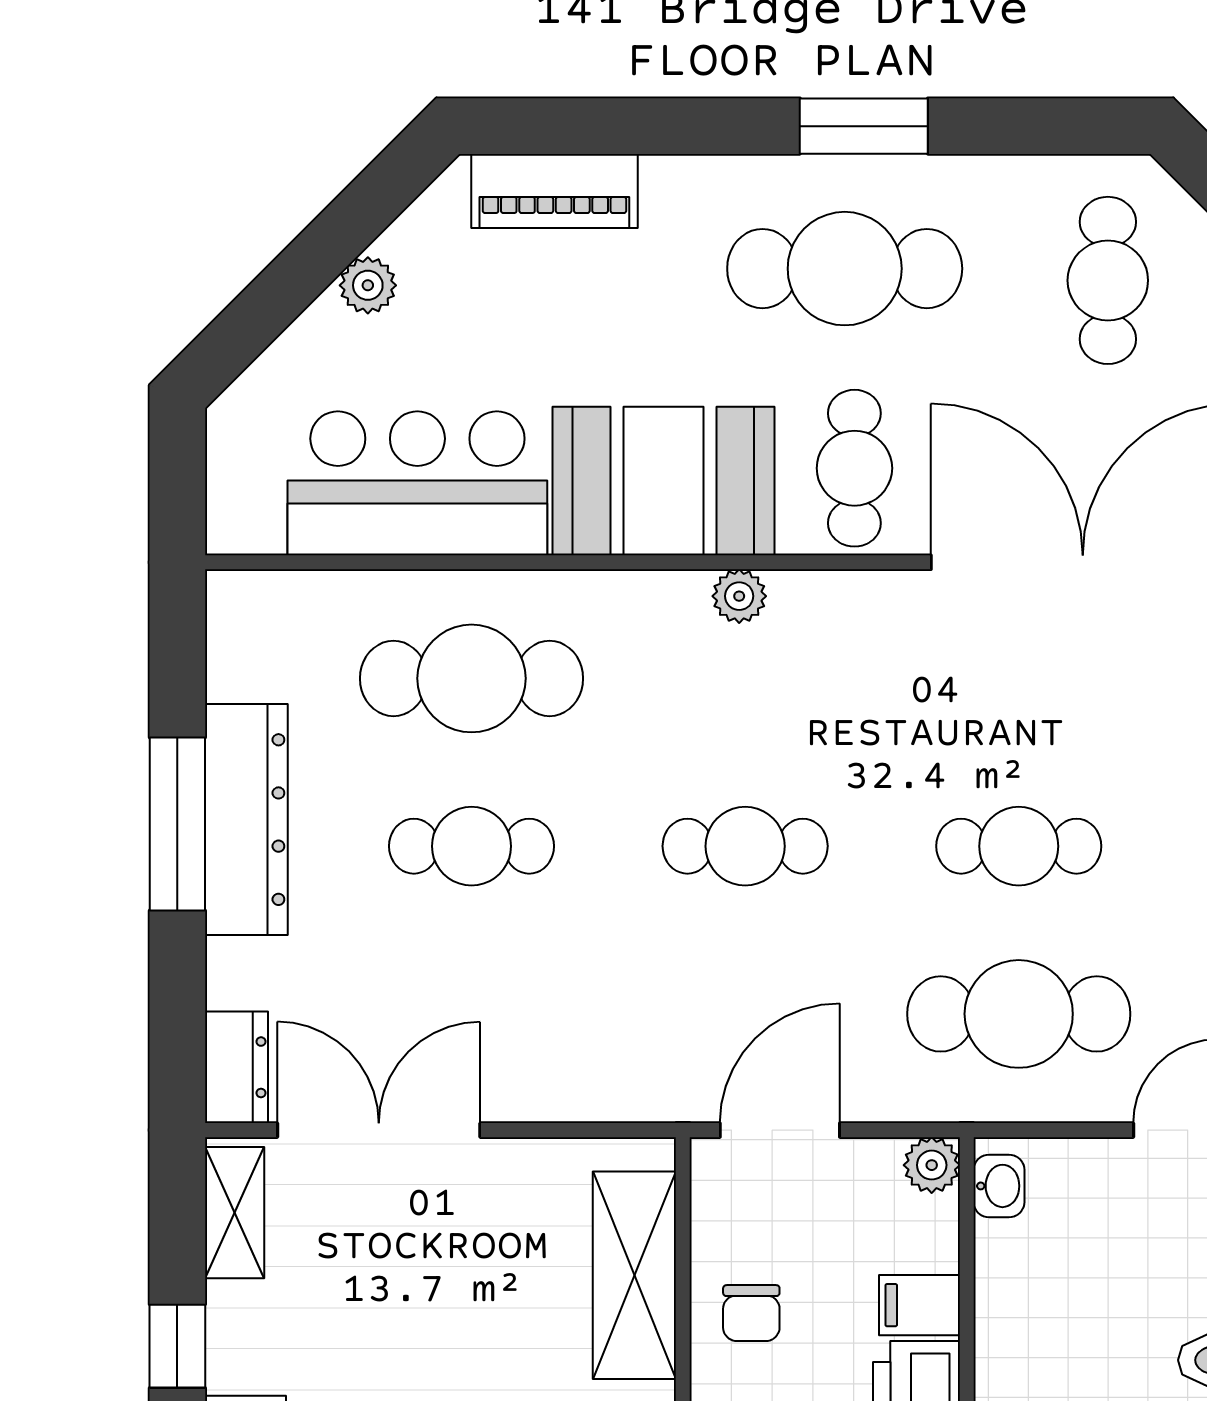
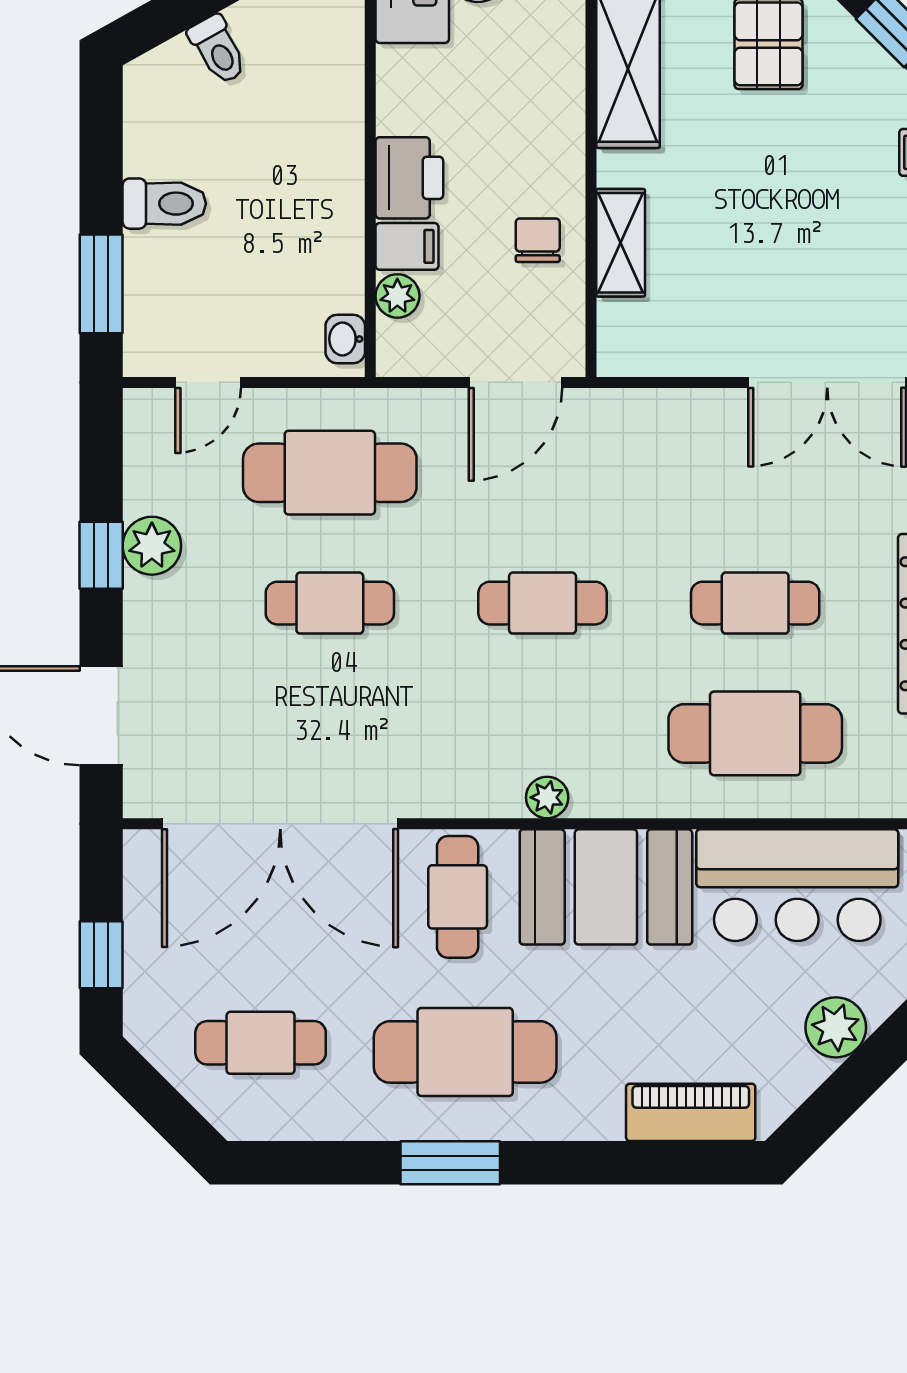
cafe table: (1108, 280) -> (261, 1043), turned 90
plant: (368, 285) -> (836, 1027), width x1.38, depth x1.38
plant: (932, 1165) -> (397, 296), moved
shelving: (634, 1275) -> (621, 243), width x0.67, depth x0.75

